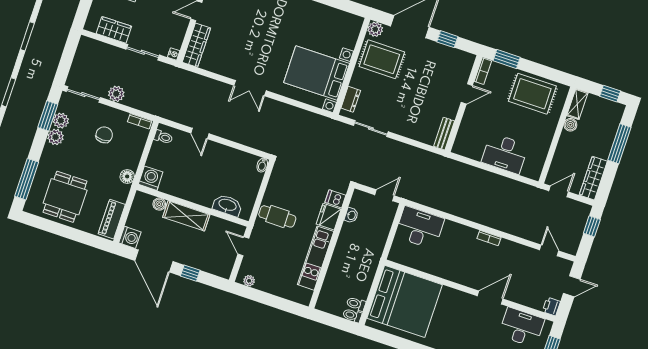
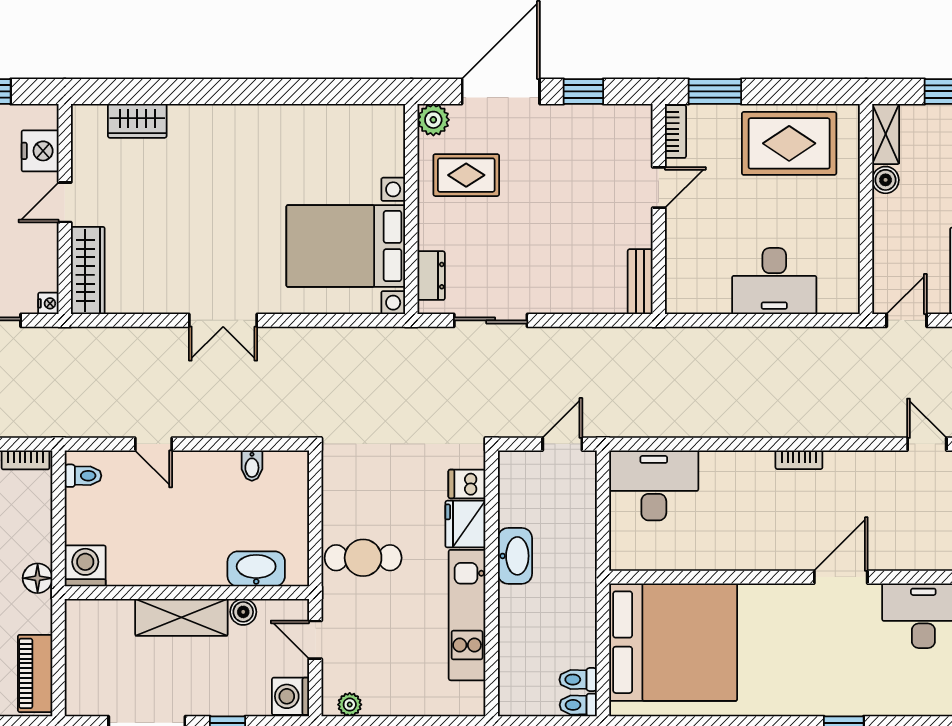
rug: (382, 59) -> (466, 175), width x0.73, depth x0.70
bidet: (262, 165) -> (252, 466), moved
boiler: (159, 204) -> (243, 612), moved
washbasin: (351, 215) -> (515, 556), moved, width x1.91, depth x1.45
washing machine: (130, 237) -> (291, 696), moved, turned 180

